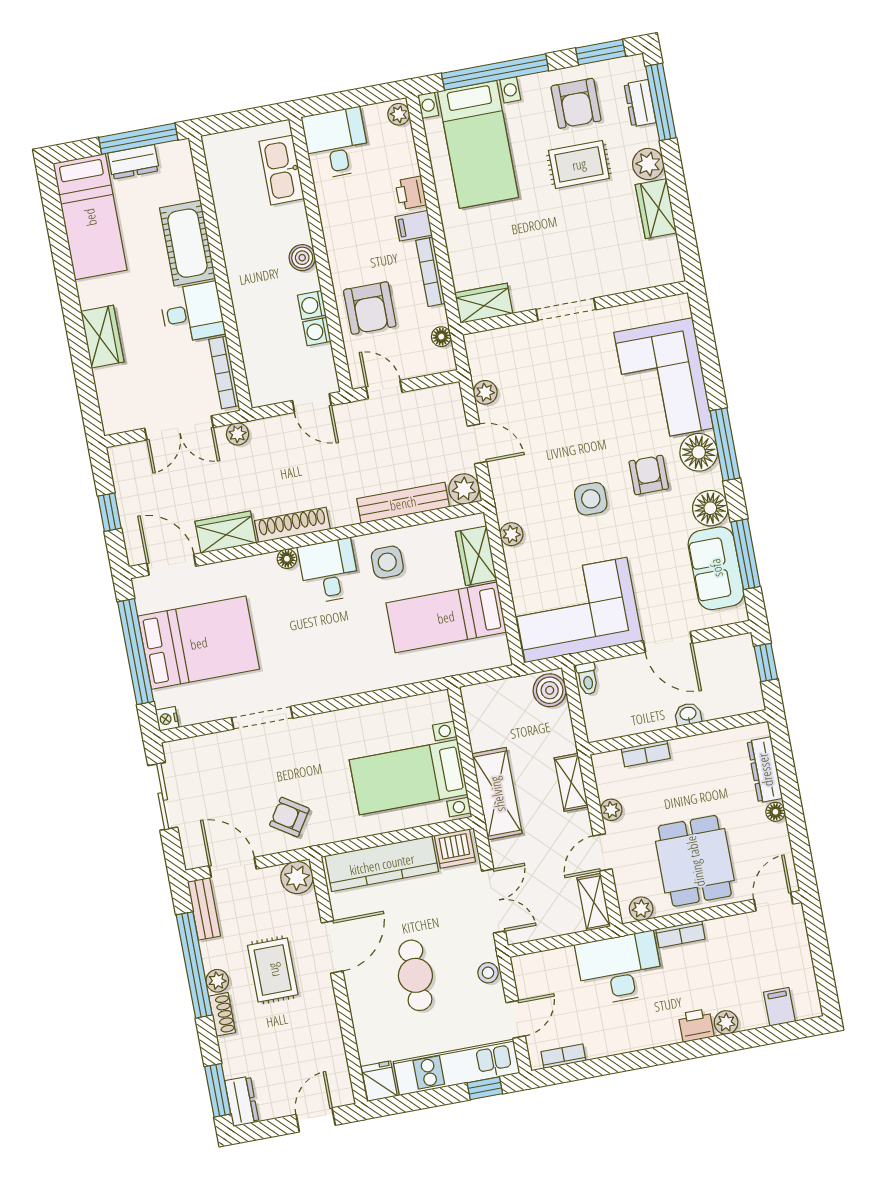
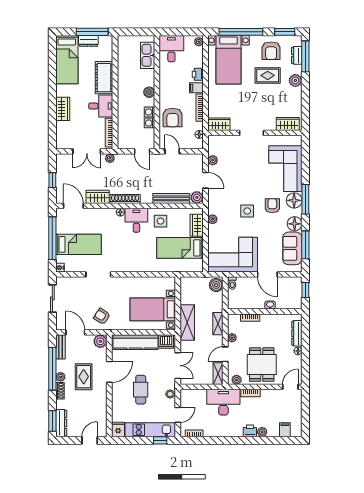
wardrobe: (656, 209) -> (288, 124), moved, turned 90
bed: (199, 643) -> (78, 244), width x0.67
dresser: (242, 1101) -> (61, 423), width x1.44

